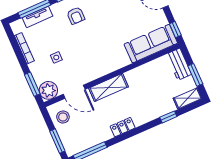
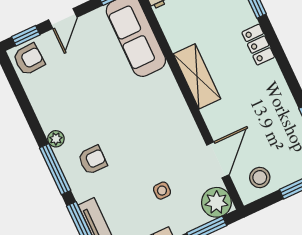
shelving: (109, 87) -> (197, 76), moved
locker: (123, 127) -> (258, 45), moved

